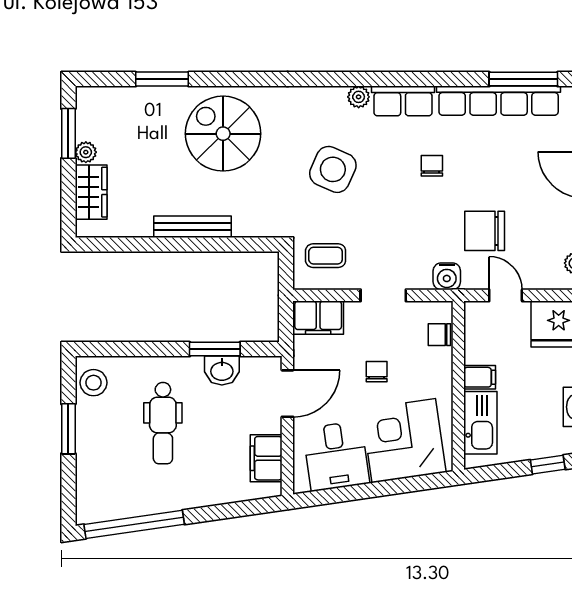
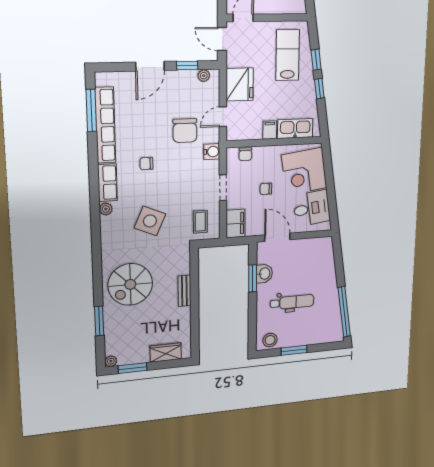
plant: (86, 152) -> (111, 361), moved
bench: (193, 227) -> (184, 291), width x0.73
filing cabinet: (266, 458) -> (312, 246), removed

